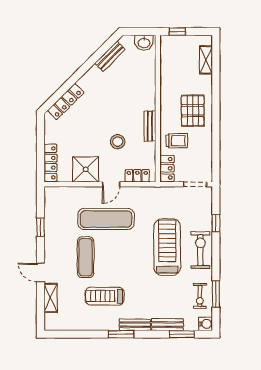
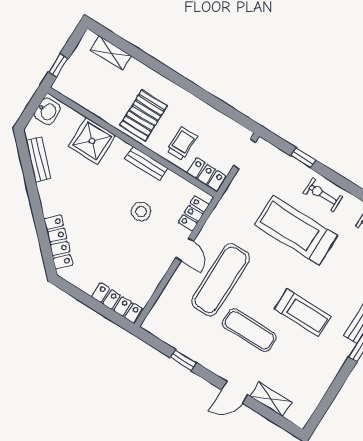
pallet: (193, 111) -> (143, 116), moved, turned 90
shower: (86, 169) -> (92, 141), moved
exercise bike: (200, 250) -> (323, 195), width x0.73, depth x0.72
treadmill: (105, 296) -> (303, 313), moved, turned -90

